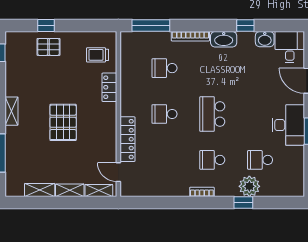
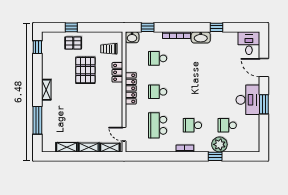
window: (151, 25) -> (148, 27), width x0.46
washbasin: (265, 39) -> (132, 37), moved
school desk: (212, 114) -> (158, 125), moved
pallet: (63, 122) -> (85, 70), moved
locker: (127, 139) -> (131, 88), moved

